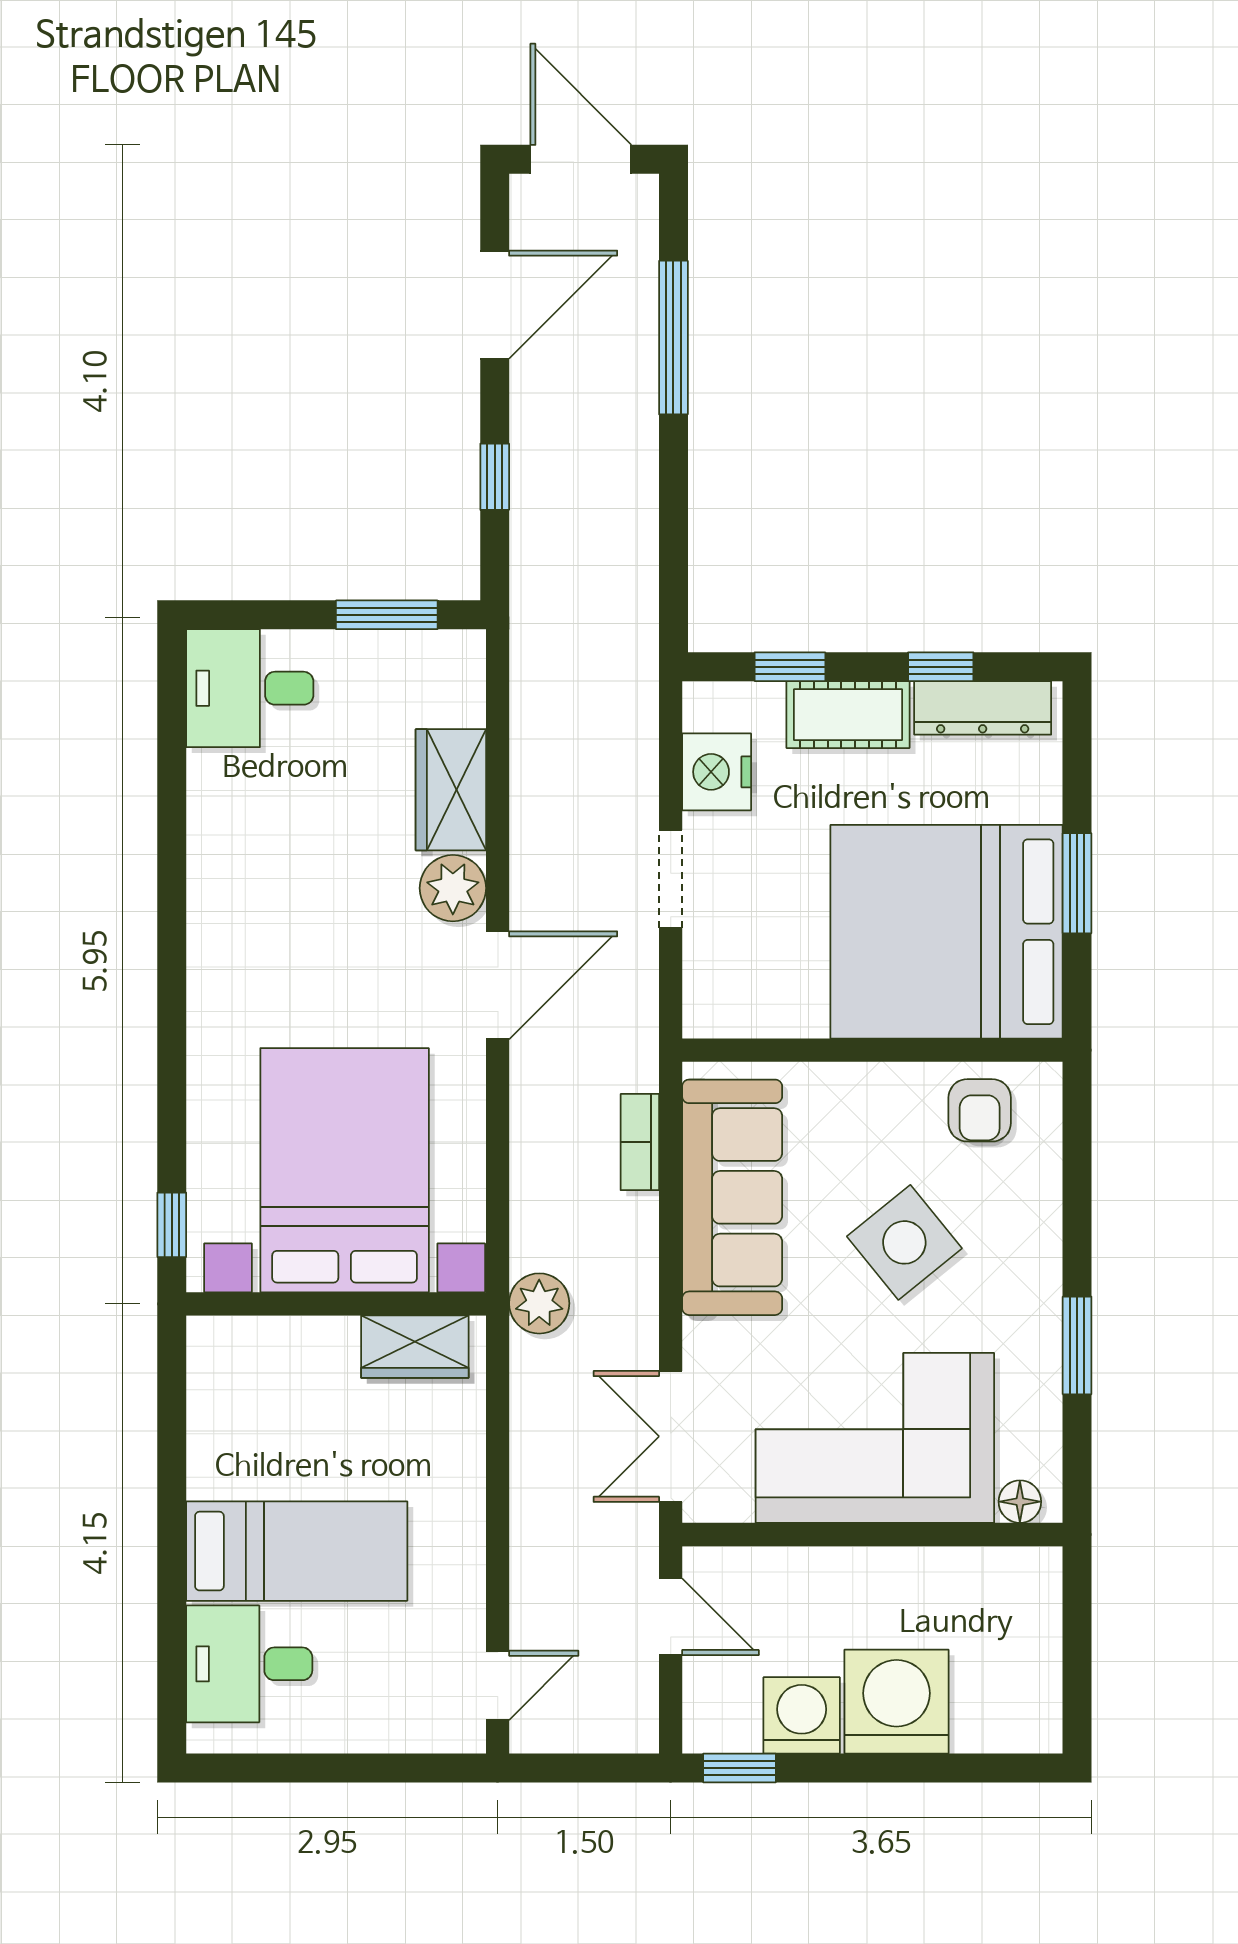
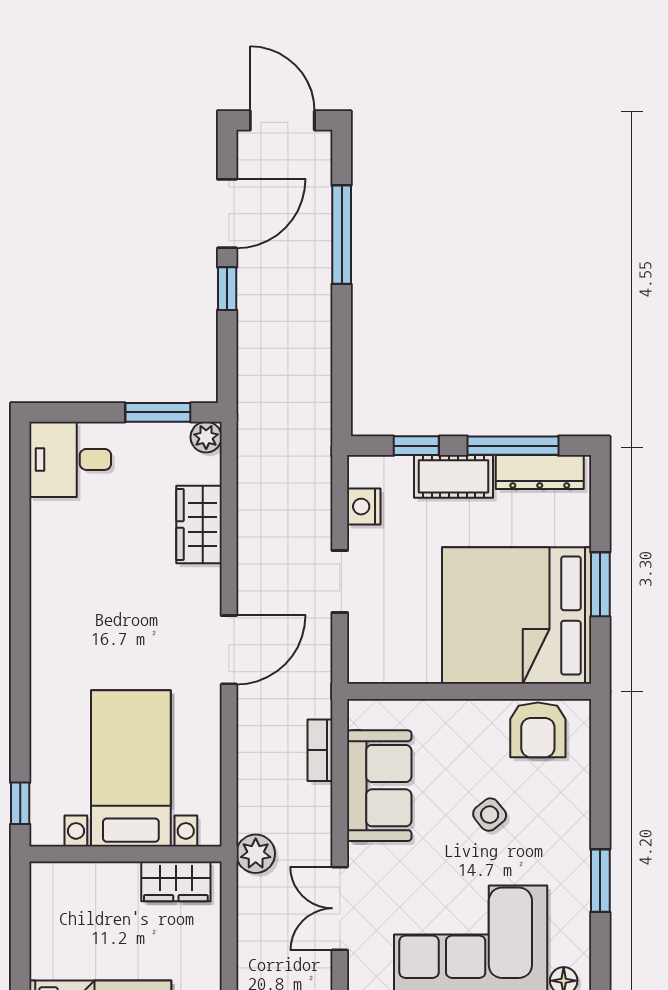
window: (495, 477) -> (227, 289), moved
window: (941, 667) -> (513, 446), width x2.17
nightstand: (717, 772) -> (364, 507), width x0.74, depth x0.75
plant: (453, 888) -> (206, 437), moved, width x0.73, depth x0.73
armchair: (980, 1110) -> (538, 730), width x1.38, depth x1.38
bed with nightstands: (345, 1170) -> (131, 768), width x0.73
sofa: (732, 1197) -> (379, 786), width x0.73
side table: (904, 1242) -> (490, 815), width x0.54, depth x0.54
double door: (671, 1436) -> (340, 908), moved

